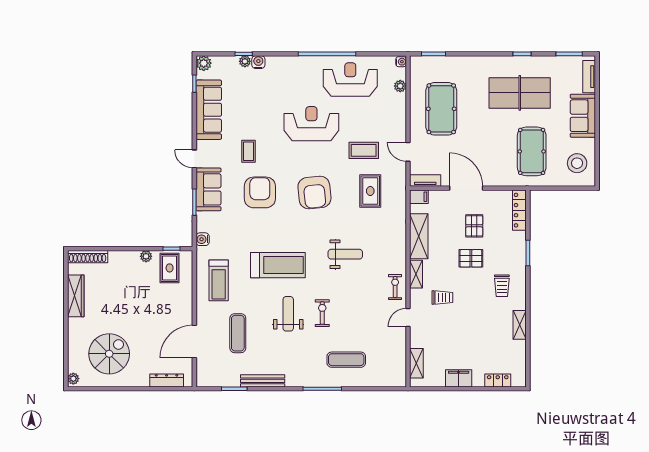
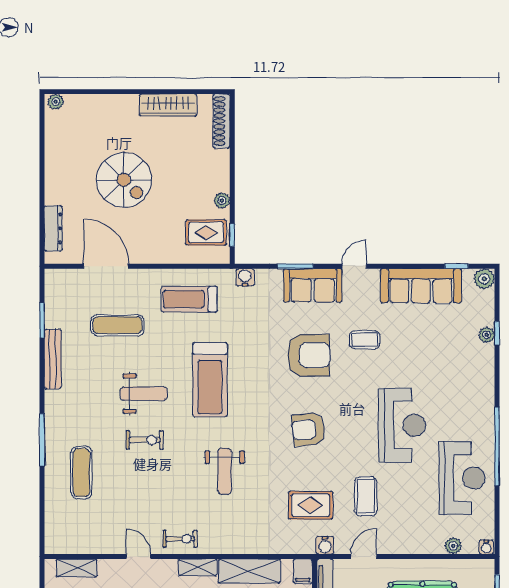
water cooler: (258, 62) -> (325, 545), moved, turned 90
armchair: (314, 193) -> (309, 429), width x0.73, depth x0.73
spiral stairs: (109, 354) -> (124, 180), moved

